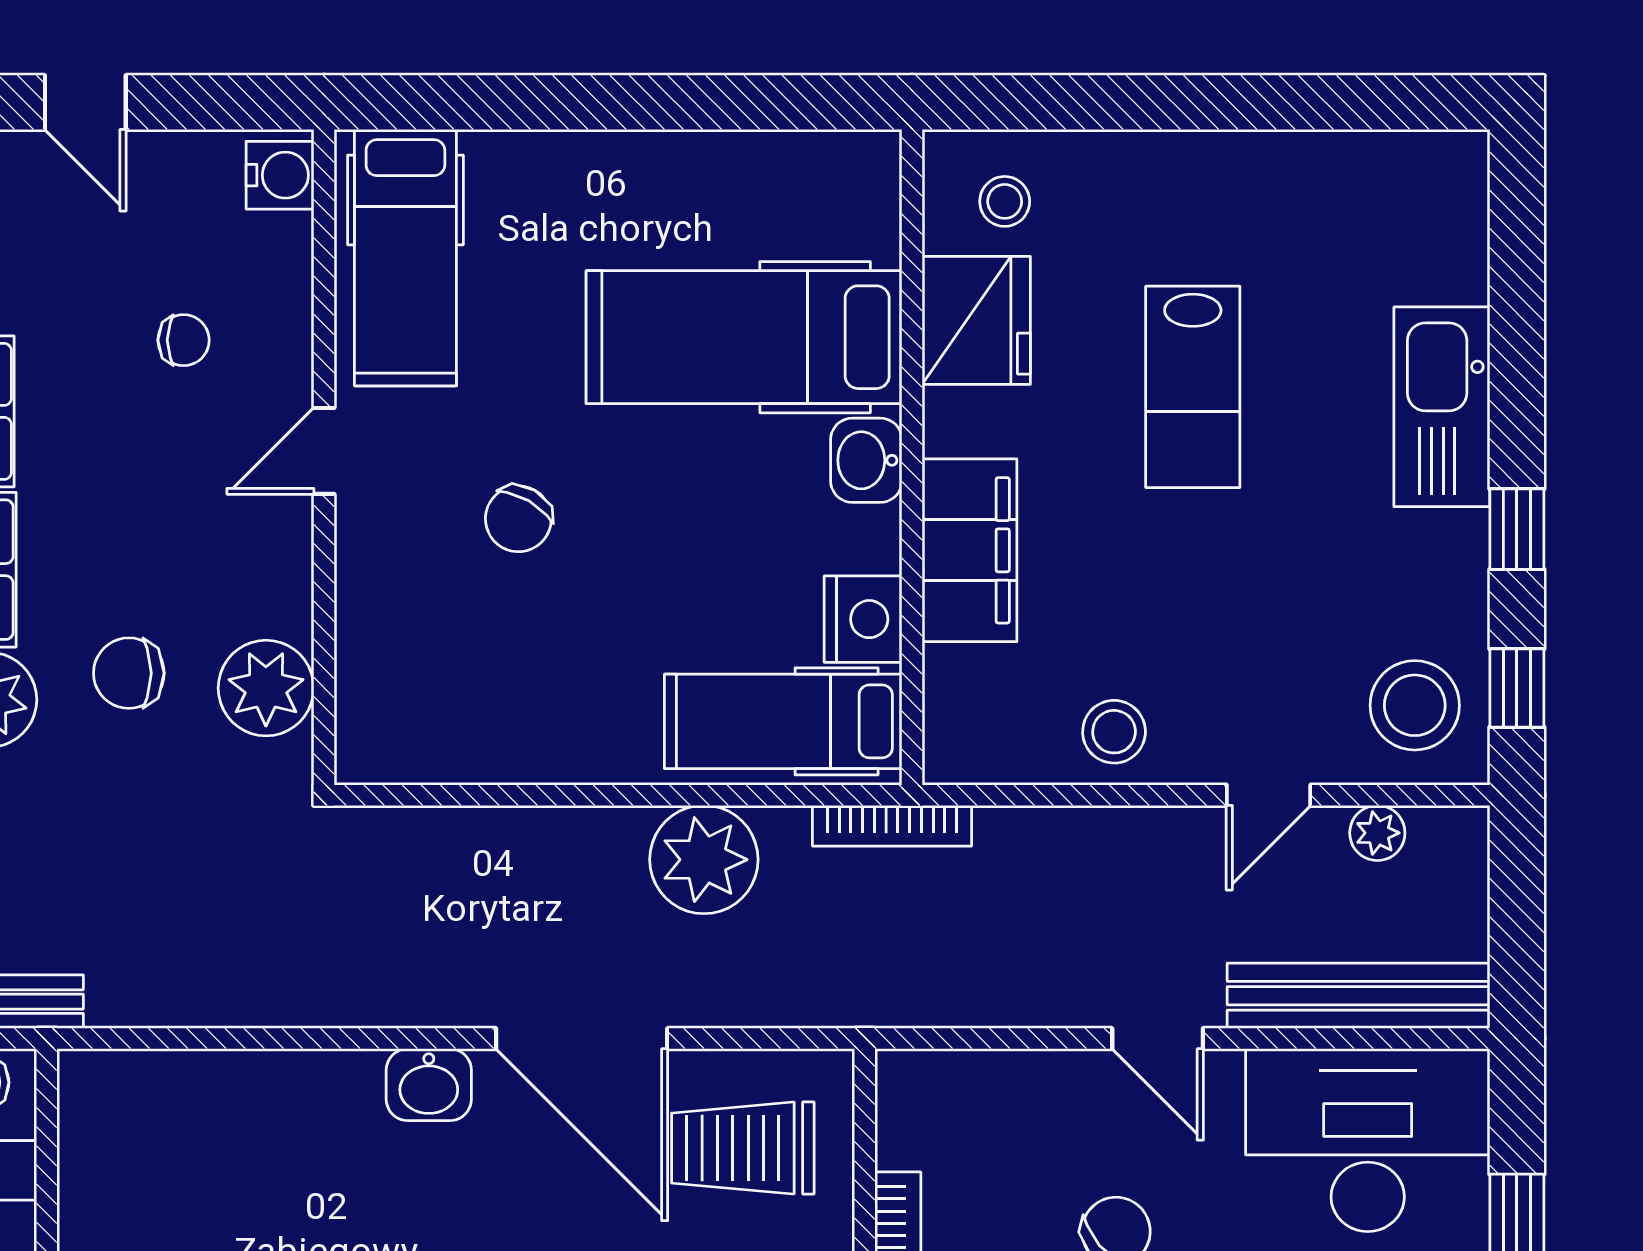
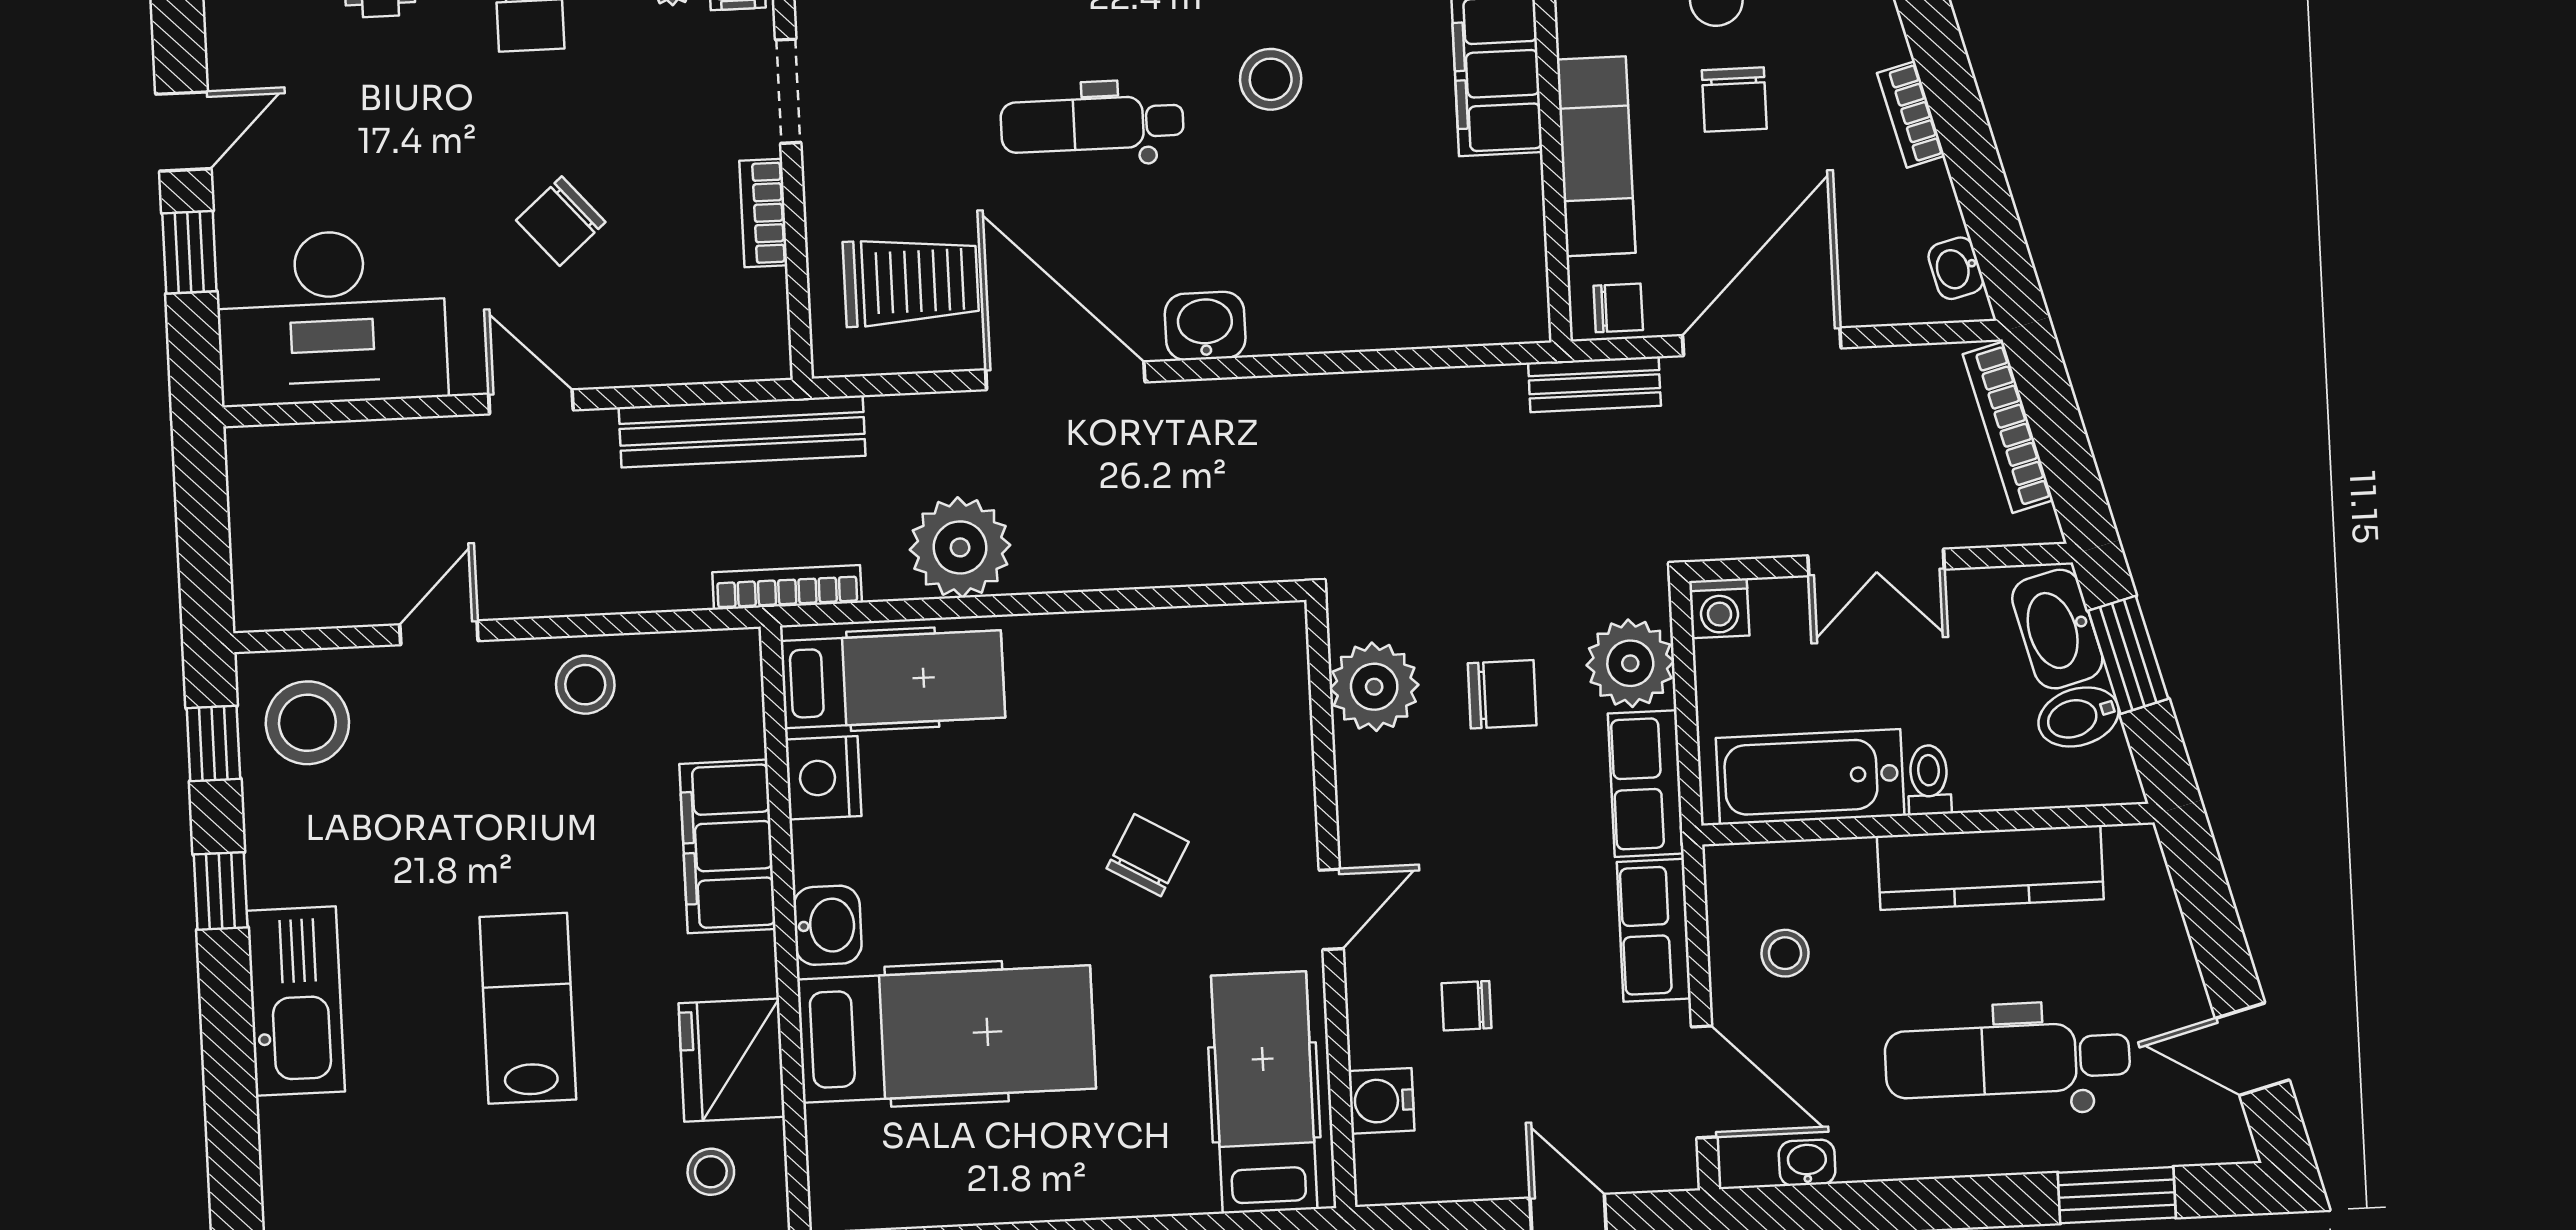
water cooler: (280, 175) -> (1381, 1101), moved
plant: (1377, 833) -> (336, 603), removed
bench: (1359, 996) -> (742, 431), moved

